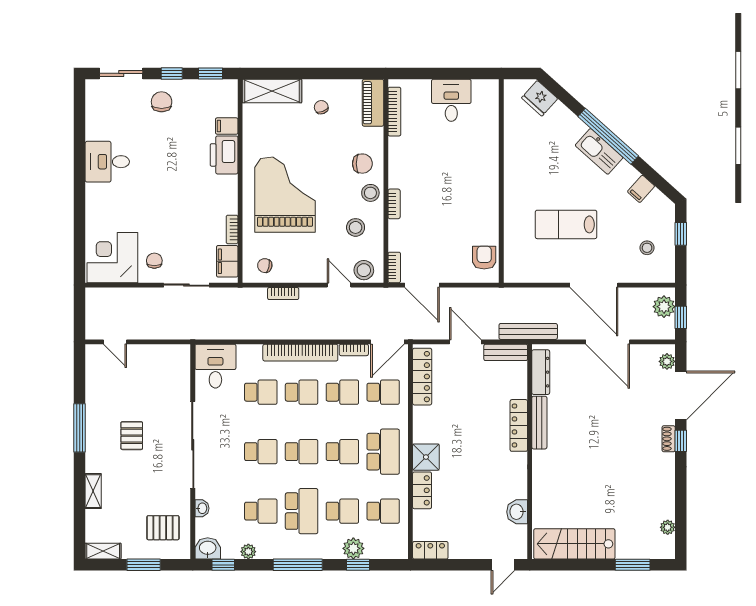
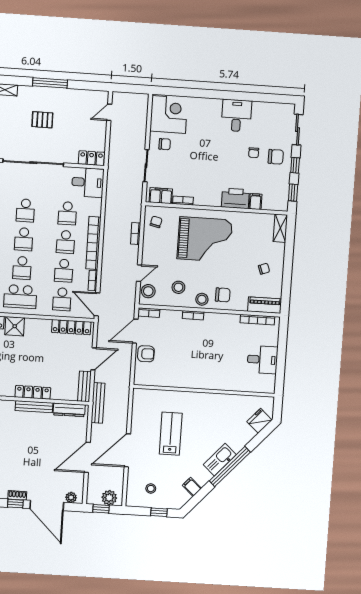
shelving: (272, 91) -> (280, 228), width x0.67, depth x0.75
chair: (158, 134) -> (254, 153), added
chair: (362, 164) -> (223, 295), turned -90
armchair: (484, 258) -> (146, 354), moved
locker: (181, 363) -> (91, 158), added

